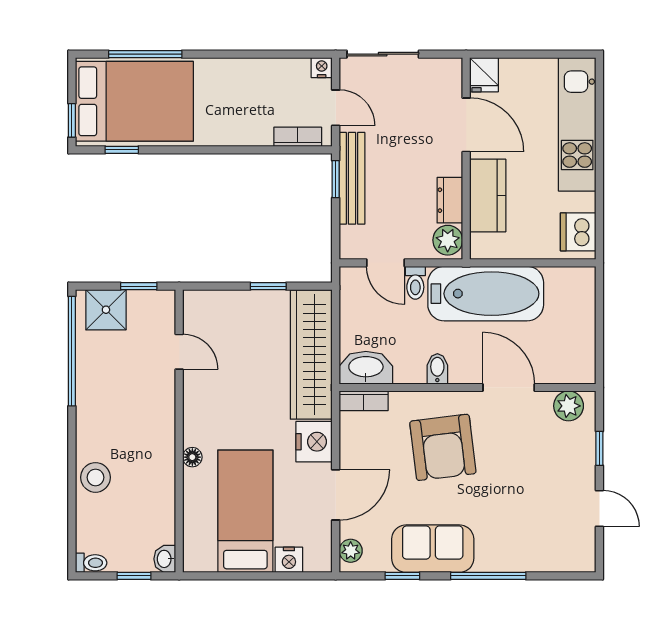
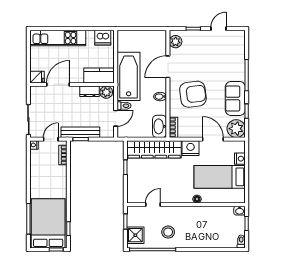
kitchen counter: (488, 195) -> (99, 75), moved
stool: (95, 477) -> (168, 232), moved
plant: (351, 551) -> (236, 129), width x1.88, depth x1.88

